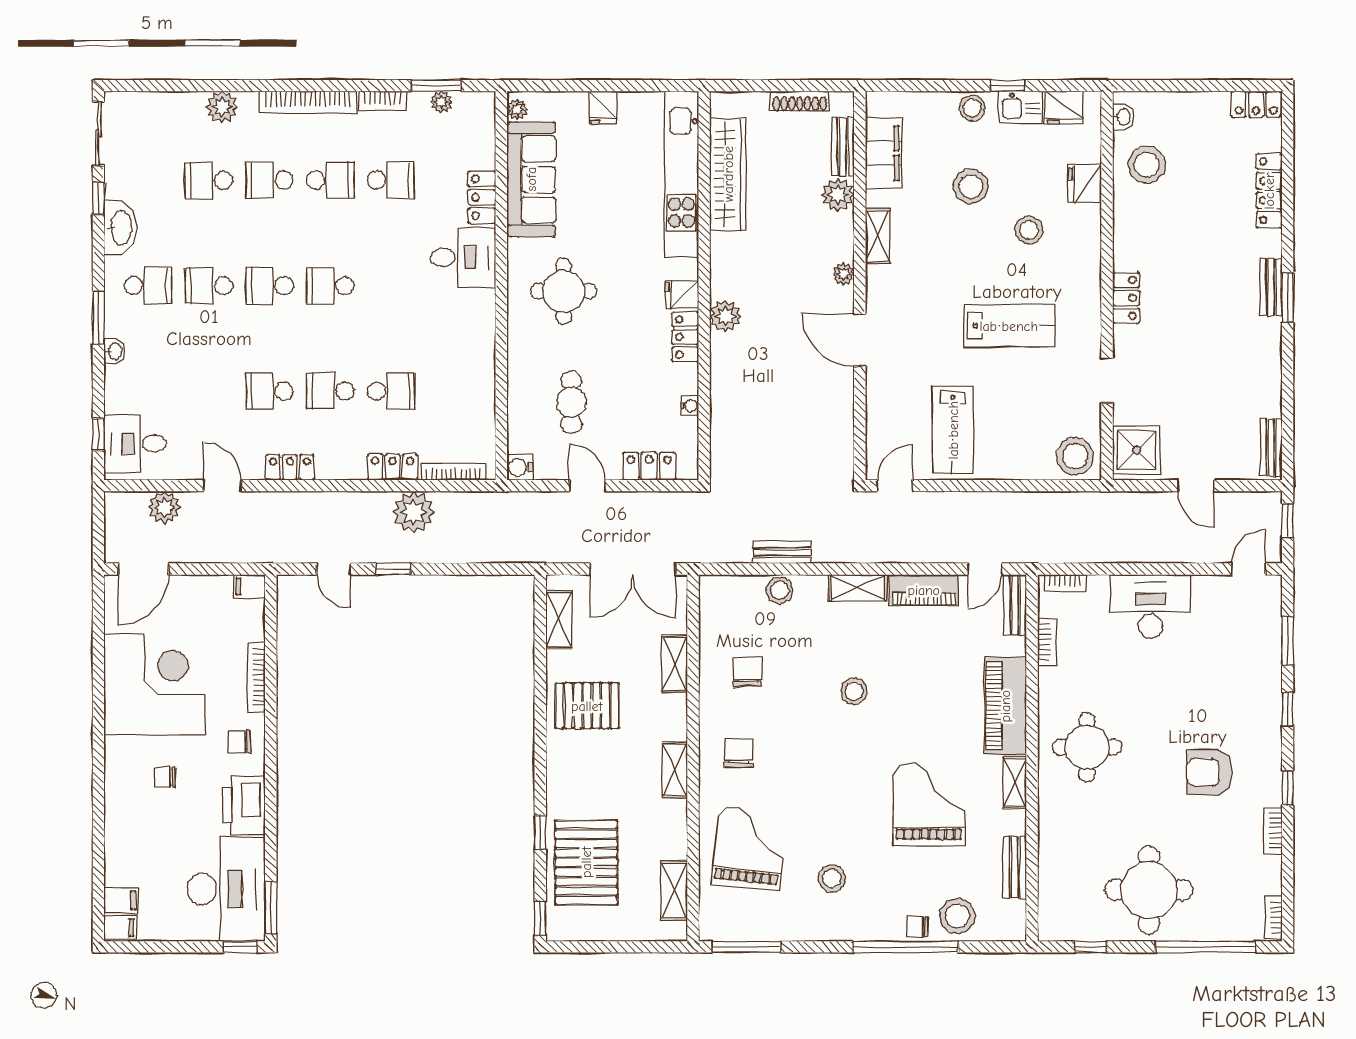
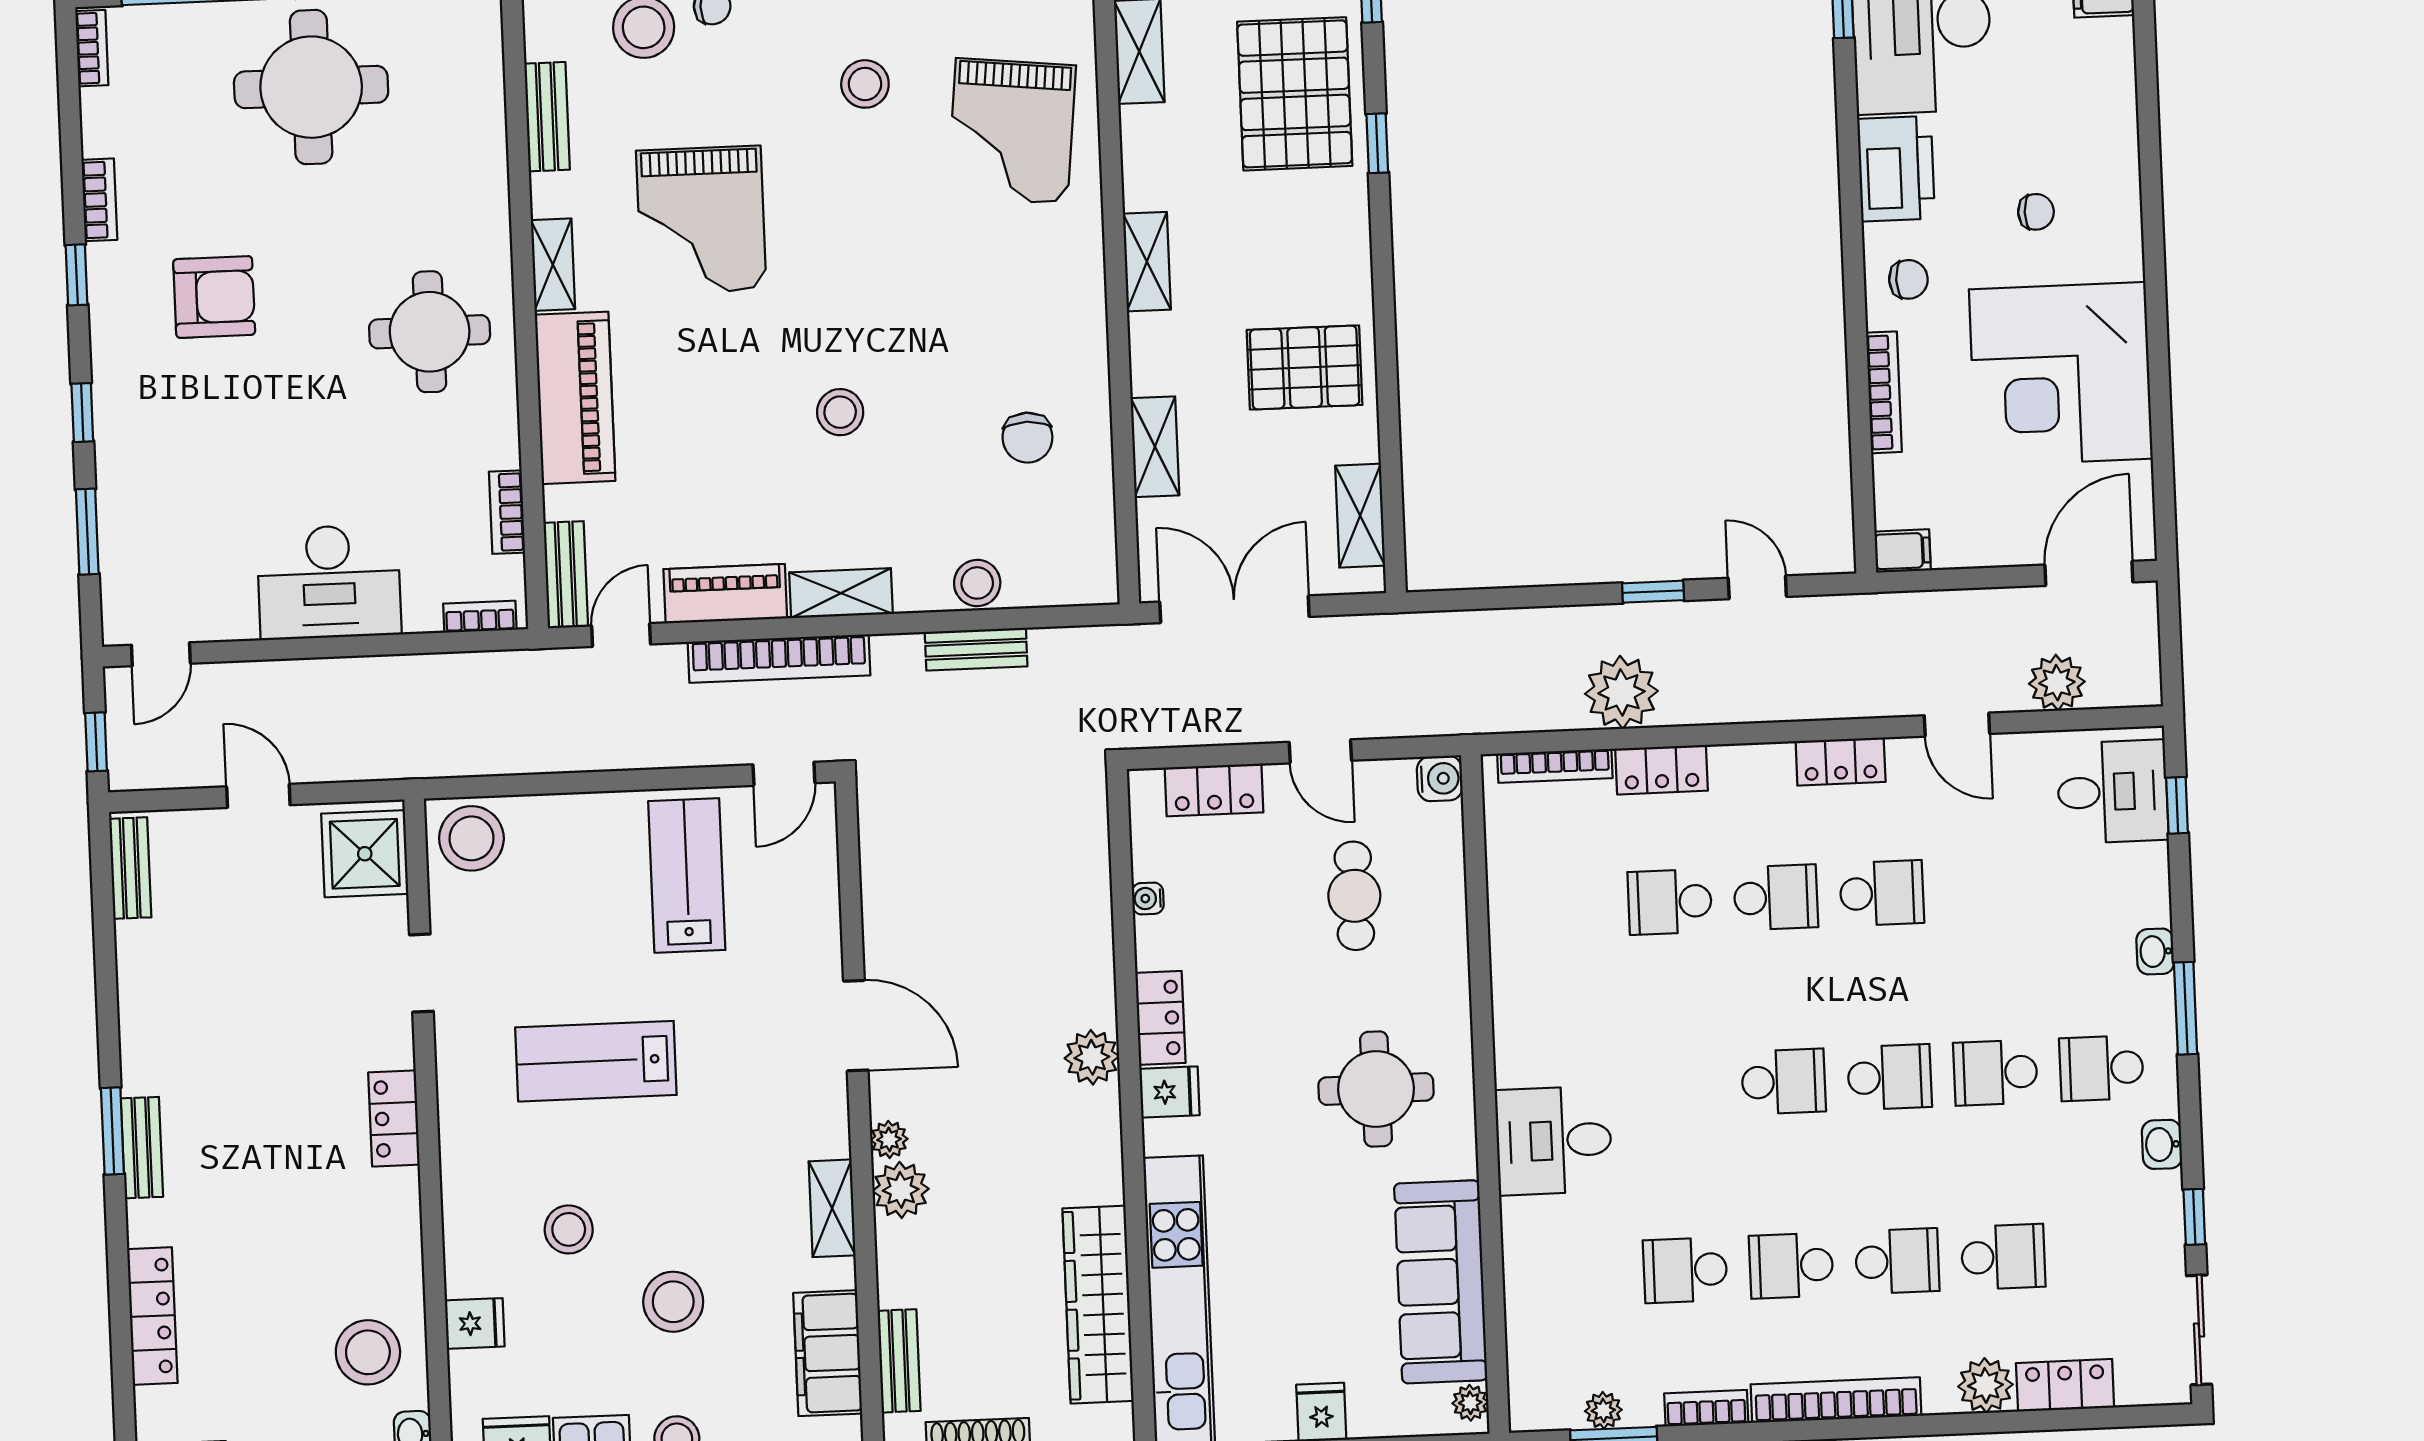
fridge: (1085, 184) -> (475, 1323), width x0.72
plant: (838, 195) -> (901, 1190), moved
locker: (482, 197) -> (2065, 1385), moved, turned -90
washbasin: (120, 228) -> (2162, 1144), width x0.52, depth x0.69
school desk: (209, 286) -> (1995, 1073), turned 180
bookcase: (895, 552) -> (779, 659), added
chair: (739, 753) -> (1037, 296), removed

